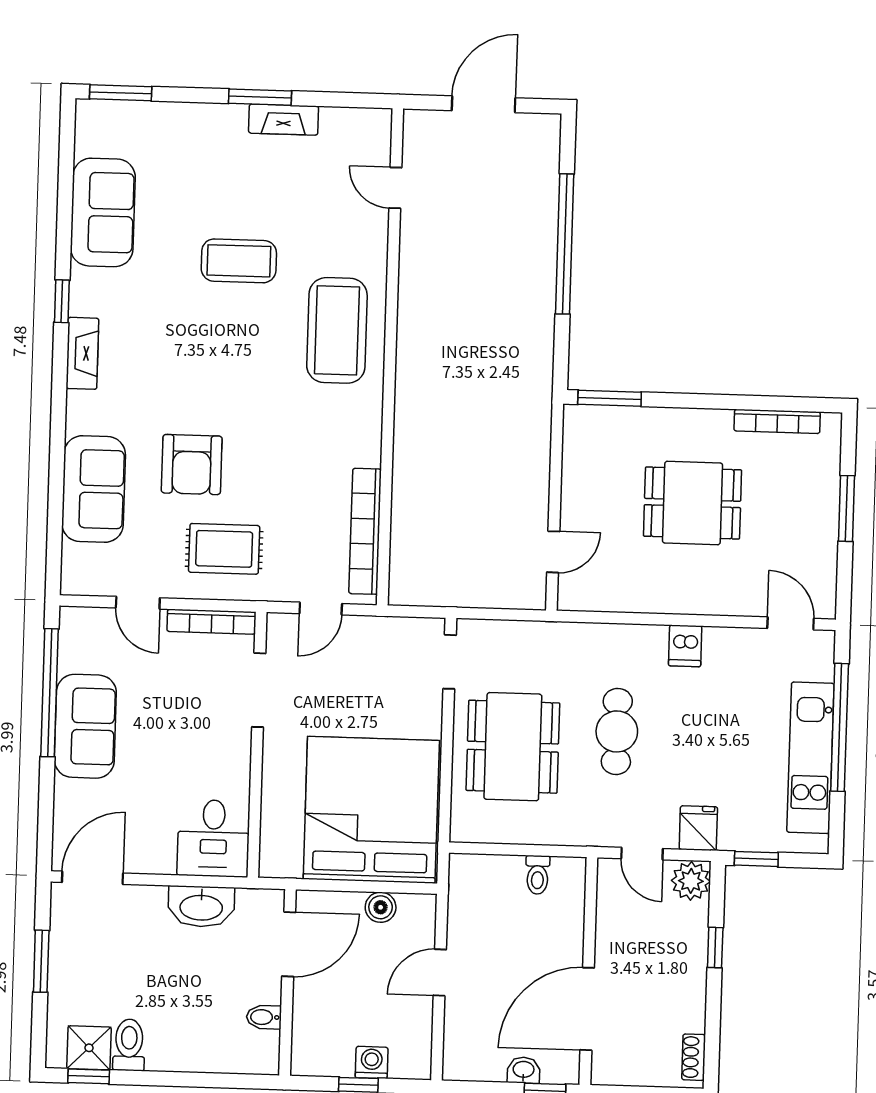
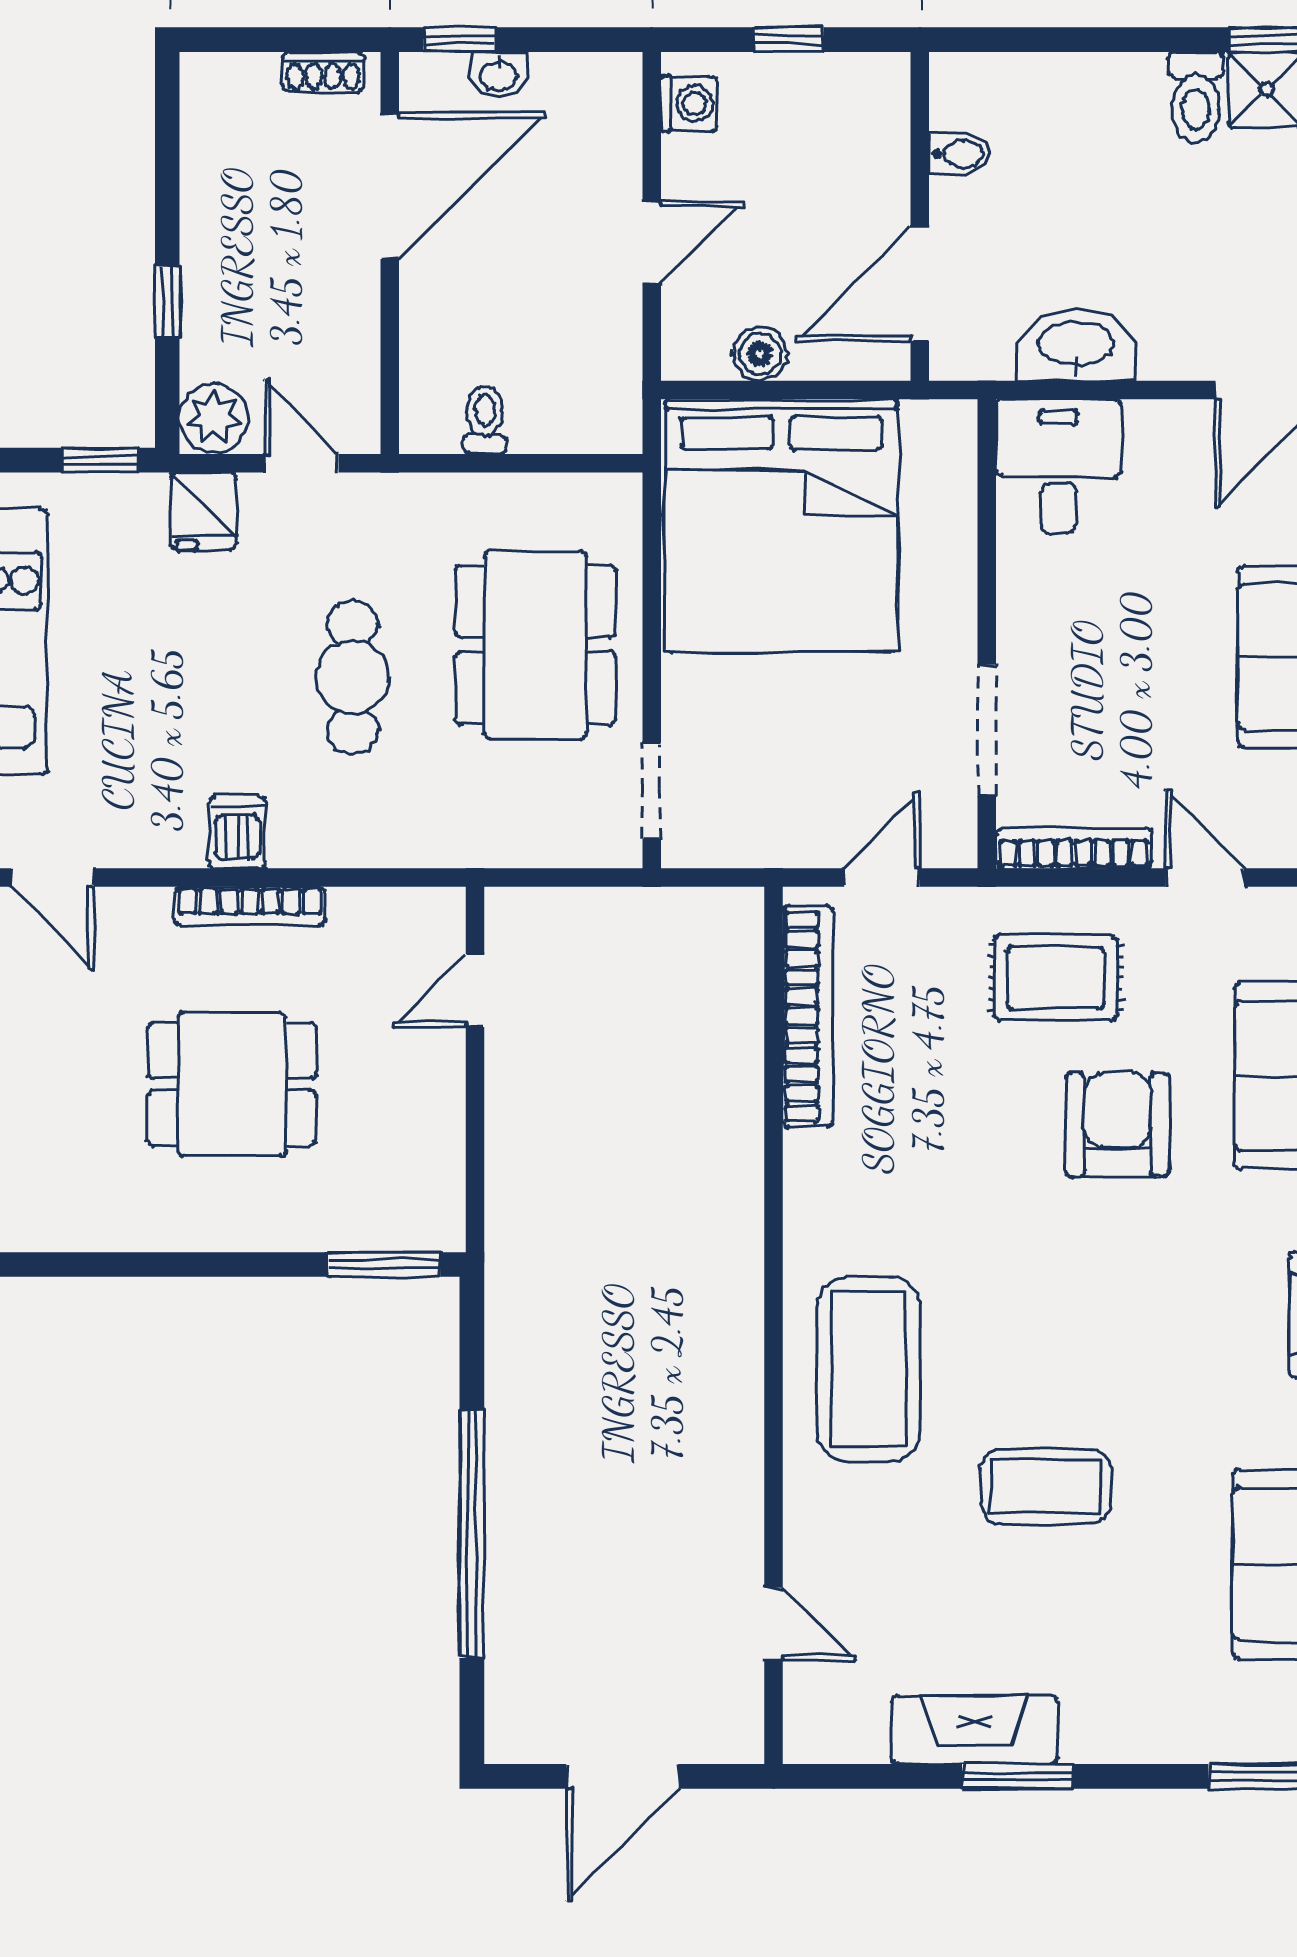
fireplace: (284, 120) -> (975, 1730), width x1.37, depth x1.32
bookcase: (777, 421) -> (250, 906), moved, turned 180
shoe rack: (694, 1057) -> (323, 72), moved, turned 90
washing machine: (372, 1062) -> (689, 104), moved, turned -90

